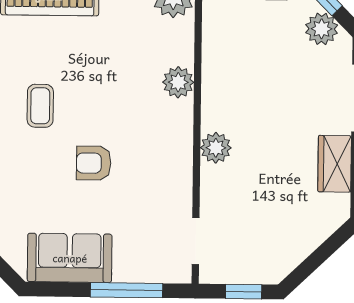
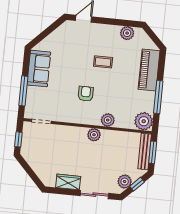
plant: (216, 148) -> (94, 135), moved
armchair: (94, 163) -> (86, 94), moved

